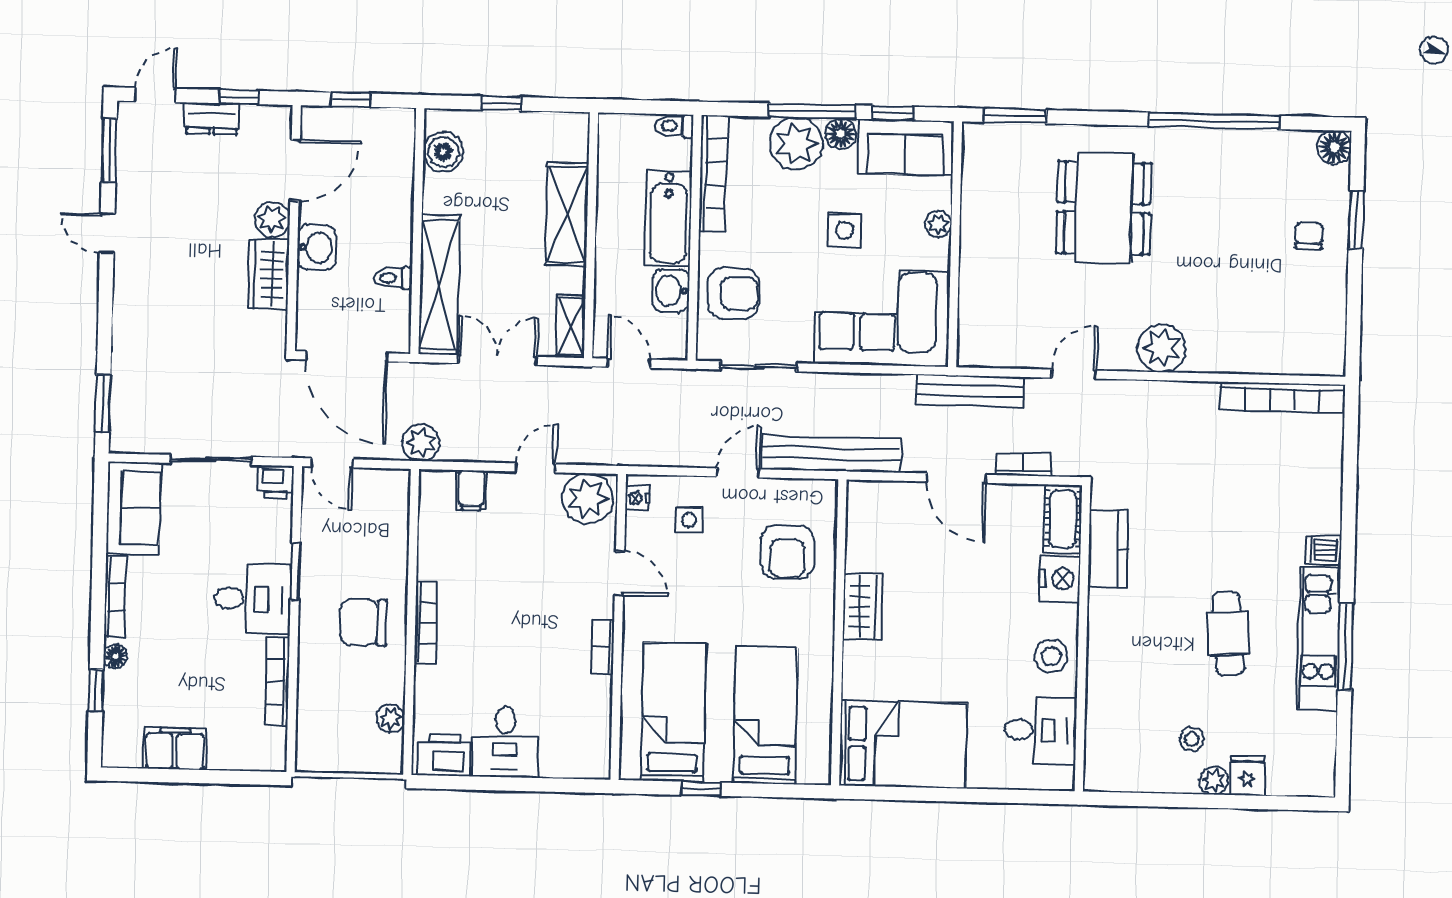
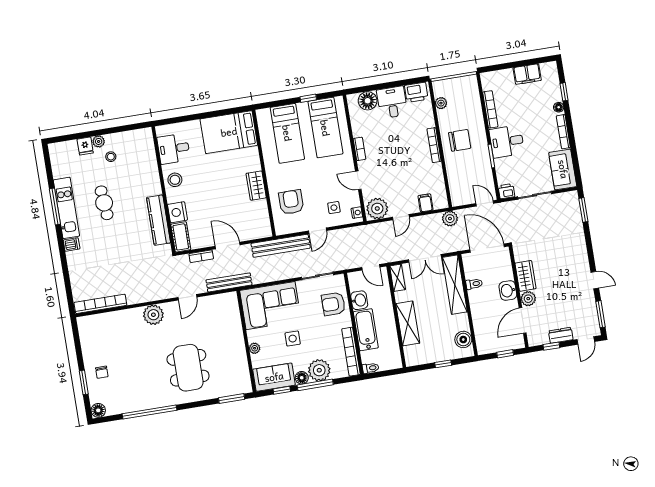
kitchen counter: (1108, 549) -> (158, 220), width x1.50
floor lamp: (562, 757) -> (368, 101), added

